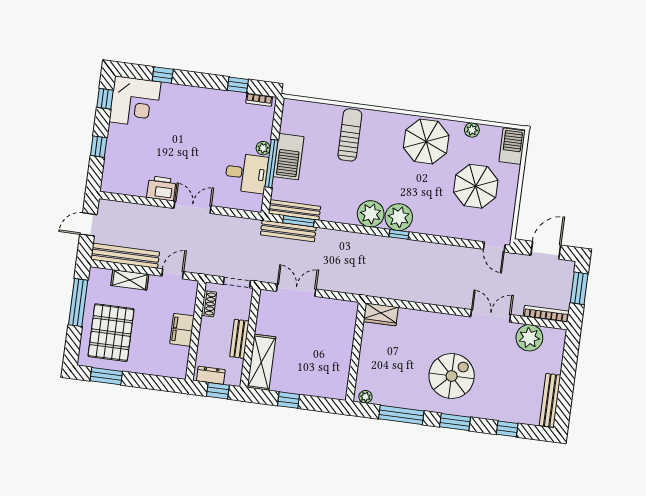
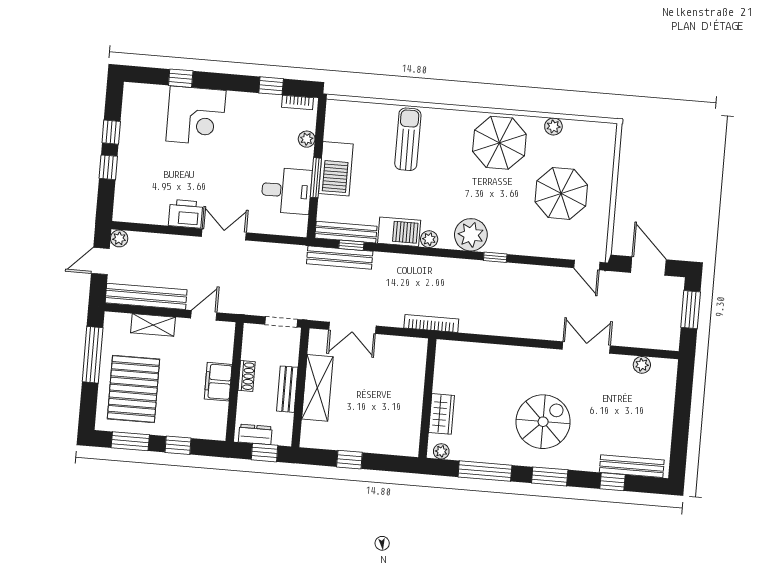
window: (105, 99) -> (111, 132), moved
corner desk: (135, 102) -> (196, 116), moved
barbecue: (512, 146) -> (399, 232), moved, turned 90
plant: (263, 148) -> (307, 139), moved
window: (271, 163) -> (316, 178), width x0.69
plant: (105, 206) -> (119, 238), added
plant: (371, 214) -> (429, 239), width x0.53, depth x0.53
window: (298, 221) -> (351, 245), width x0.67
window: (399, 234) -> (495, 257), moved
door: (546, 250) -> (648, 266), hinge flipped
double door: (296, 290) -> (352, 328), swing flipped
shoe rack: (209, 304) -> (247, 376), moved
wardrobe: (381, 314) -> (441, 414), moved, turned -90
bookcase: (546, 314) -> (431, 323), moved
plant: (529, 338) -> (642, 365), width x0.53, depth x0.53
shelving: (261, 362) -> (317, 388), moved
window: (146, 381) -> (178, 445), added
bench: (550, 400) -> (632, 466), moved, turned 90

